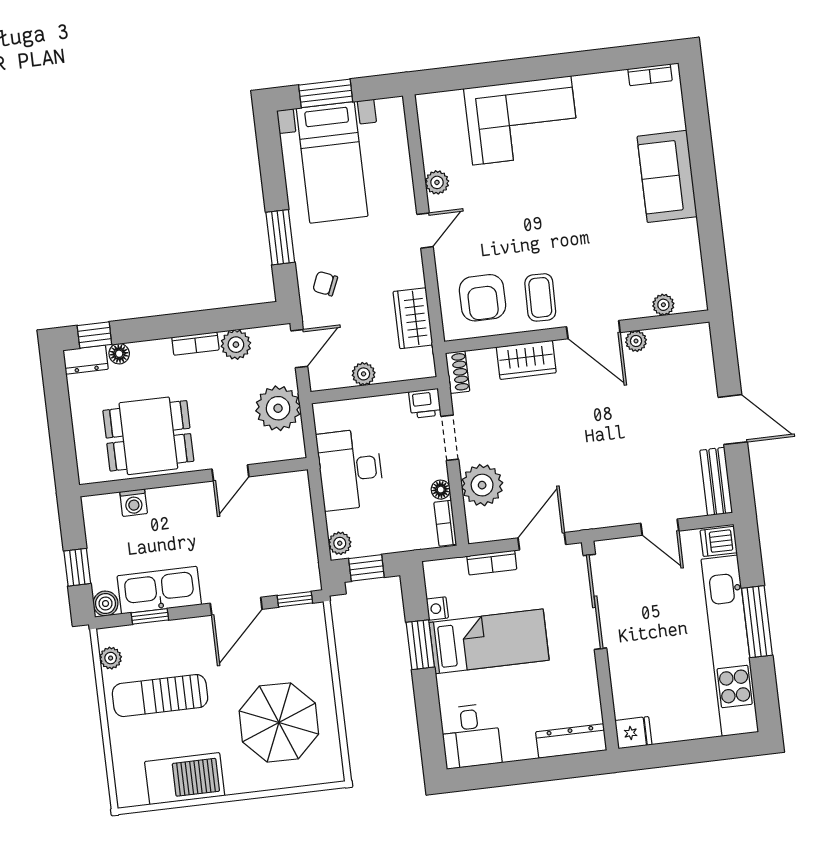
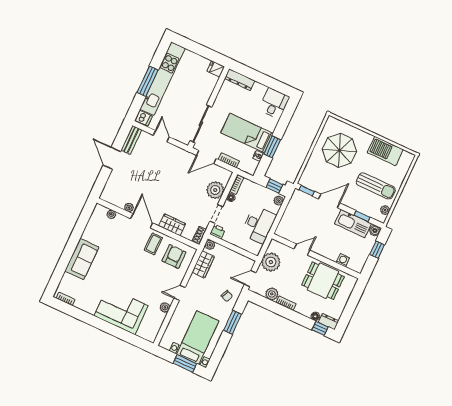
plant: (364, 374) -> (210, 245), moved

